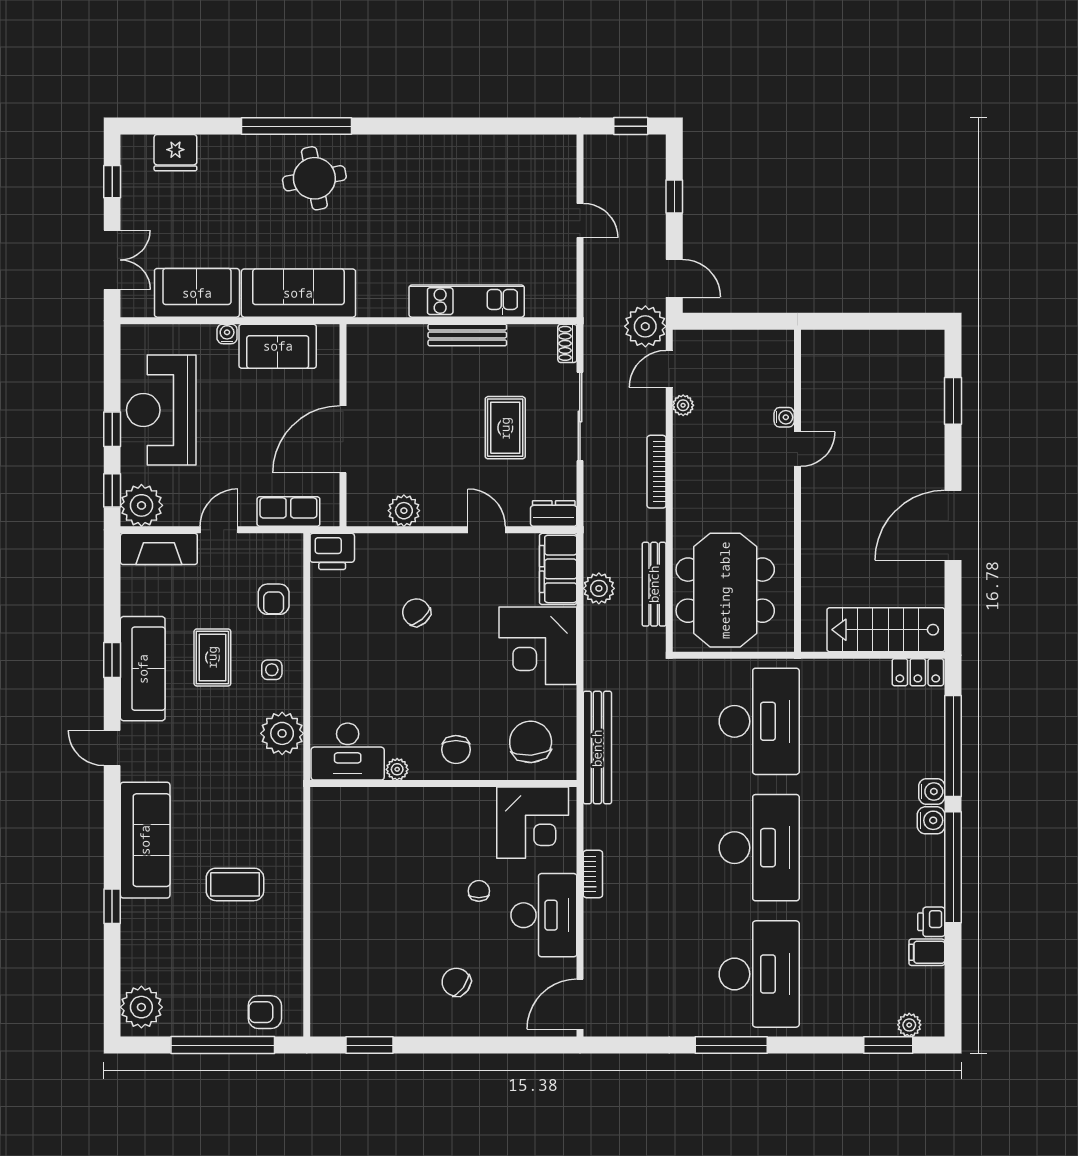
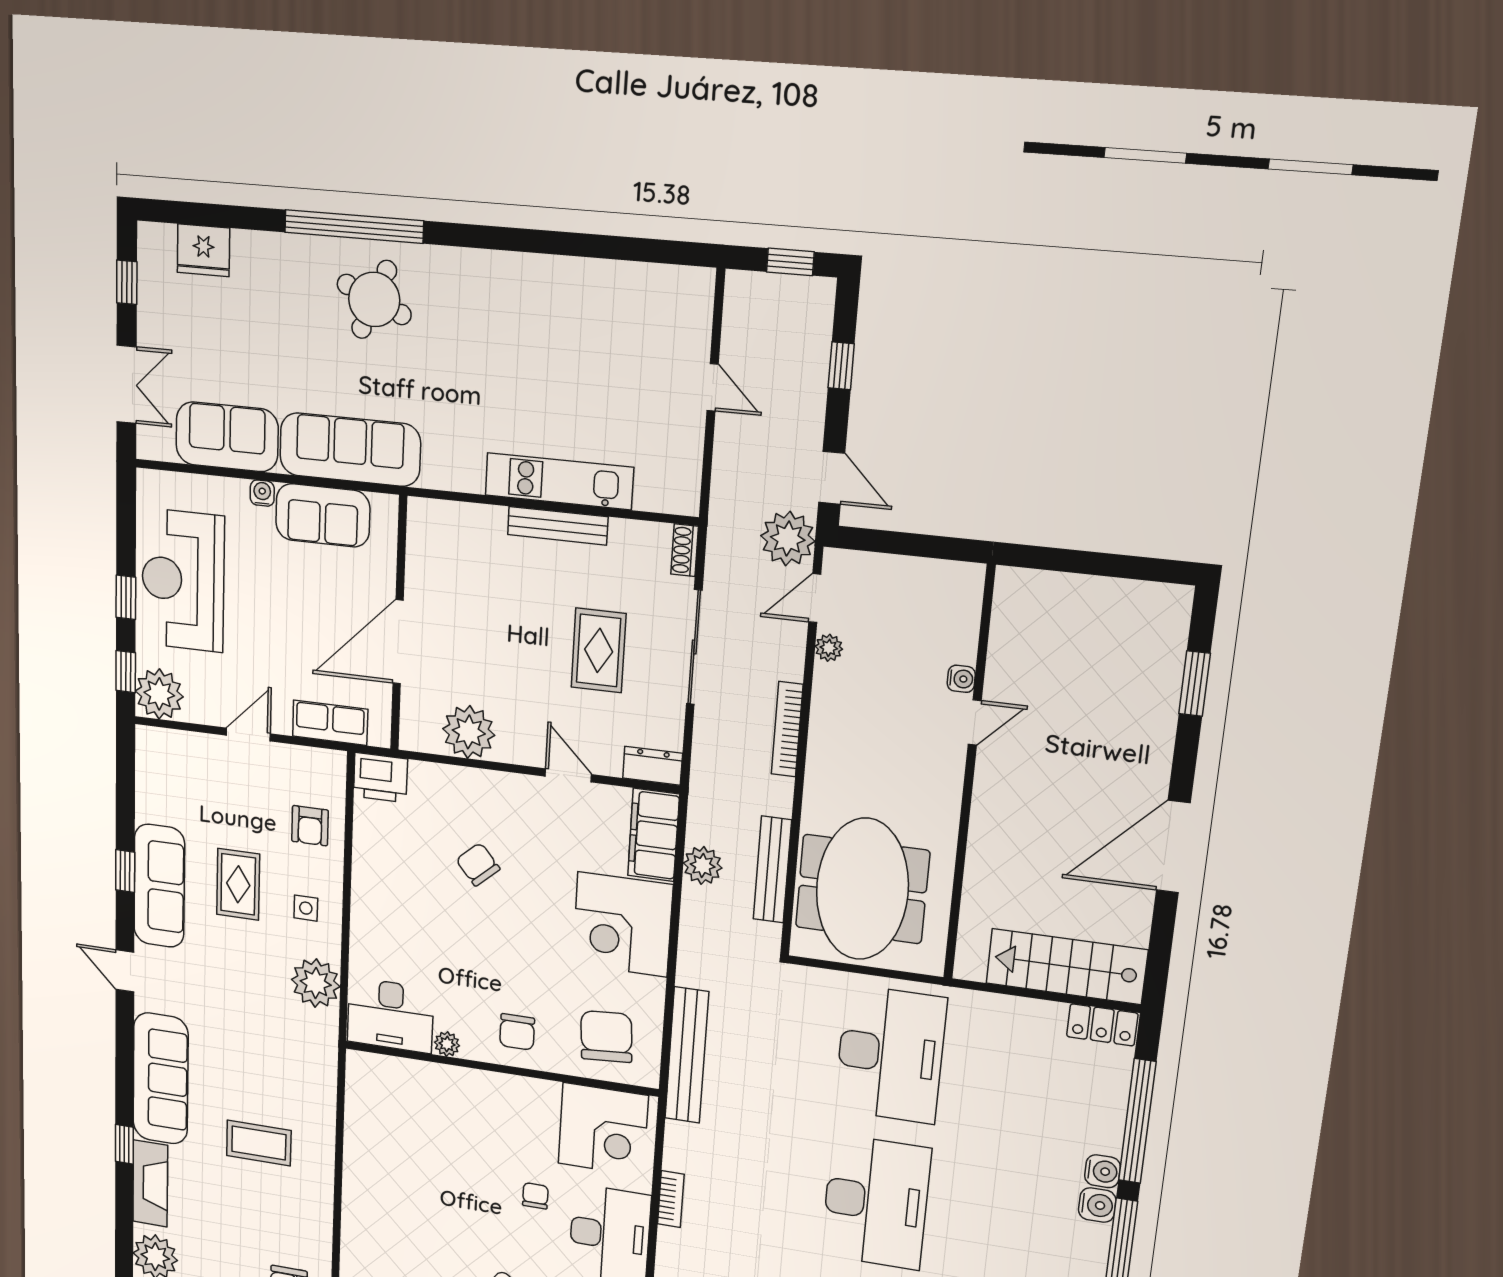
round table: (314, 178) -> (374, 299), turned 34
plant: (404, 511) -> (469, 732), width x1.36, depth x1.36
fireplace: (159, 549) -> (150, 1183), moved, turned -90

